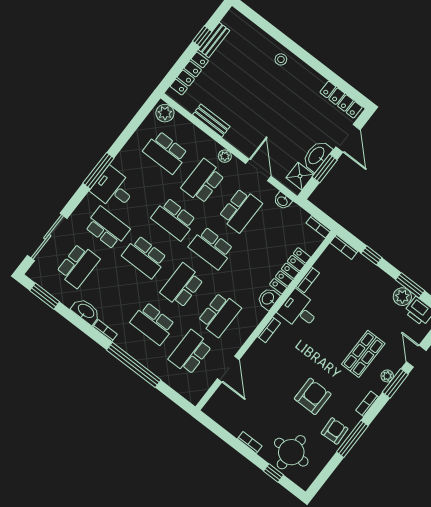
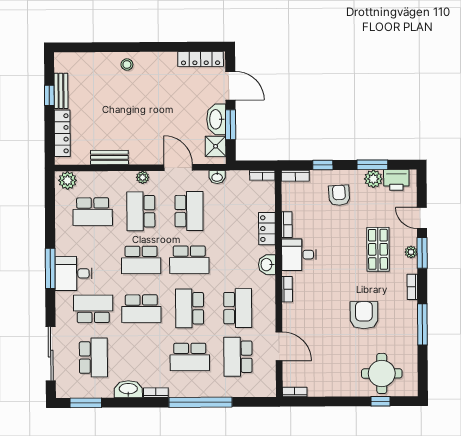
locker: (290, 271) -> (267, 229), width x0.66
armchair: (335, 431) -> (339, 195), moved
bookcase: (250, 442) -> (295, 392), moved

